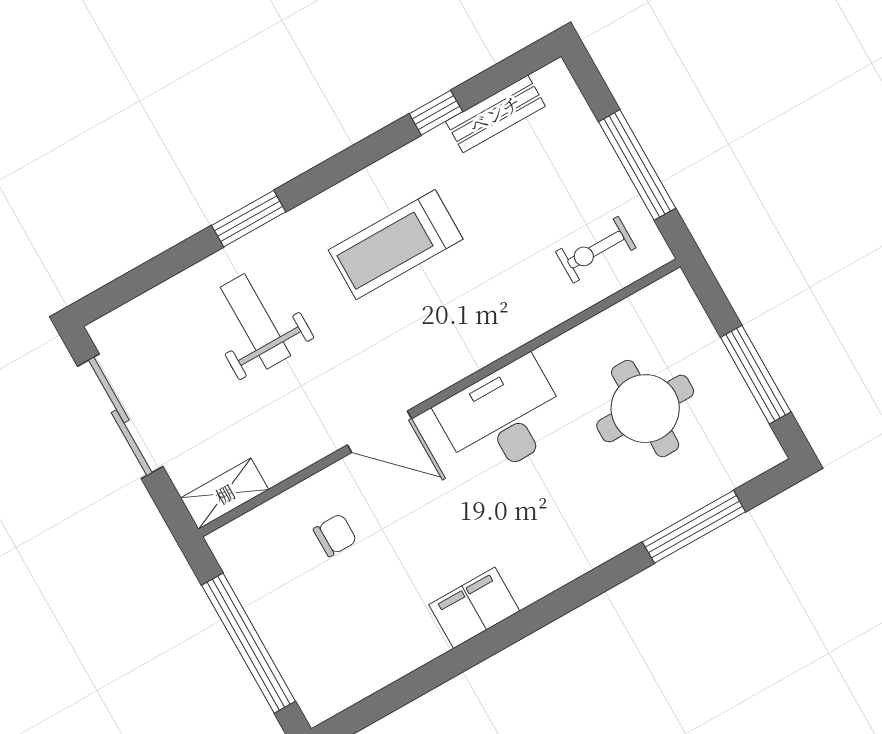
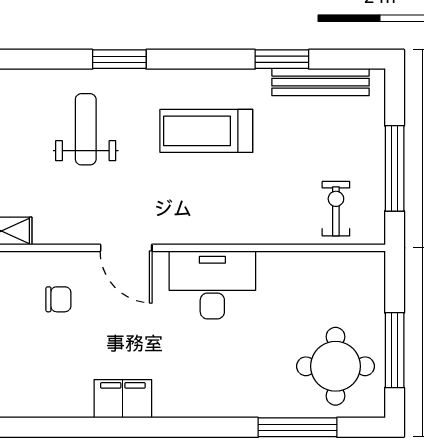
window: (436, 113) -> (282, 59), width x1.50
bench: (495, 114) -> (321, 82), width x1.36
exercise bike: (596, 250) -> (336, 209), turned 90
round table: (645, 409) -> (336, 366), moved

